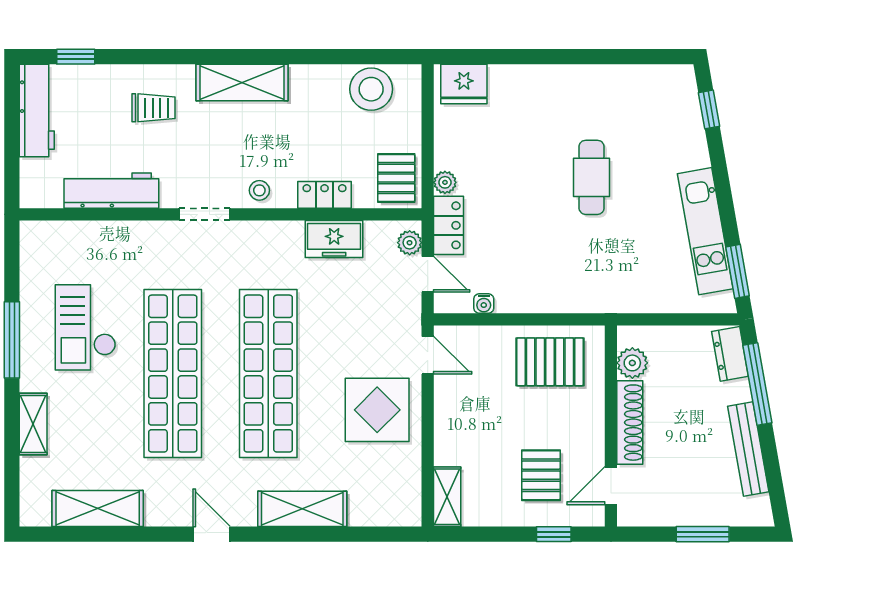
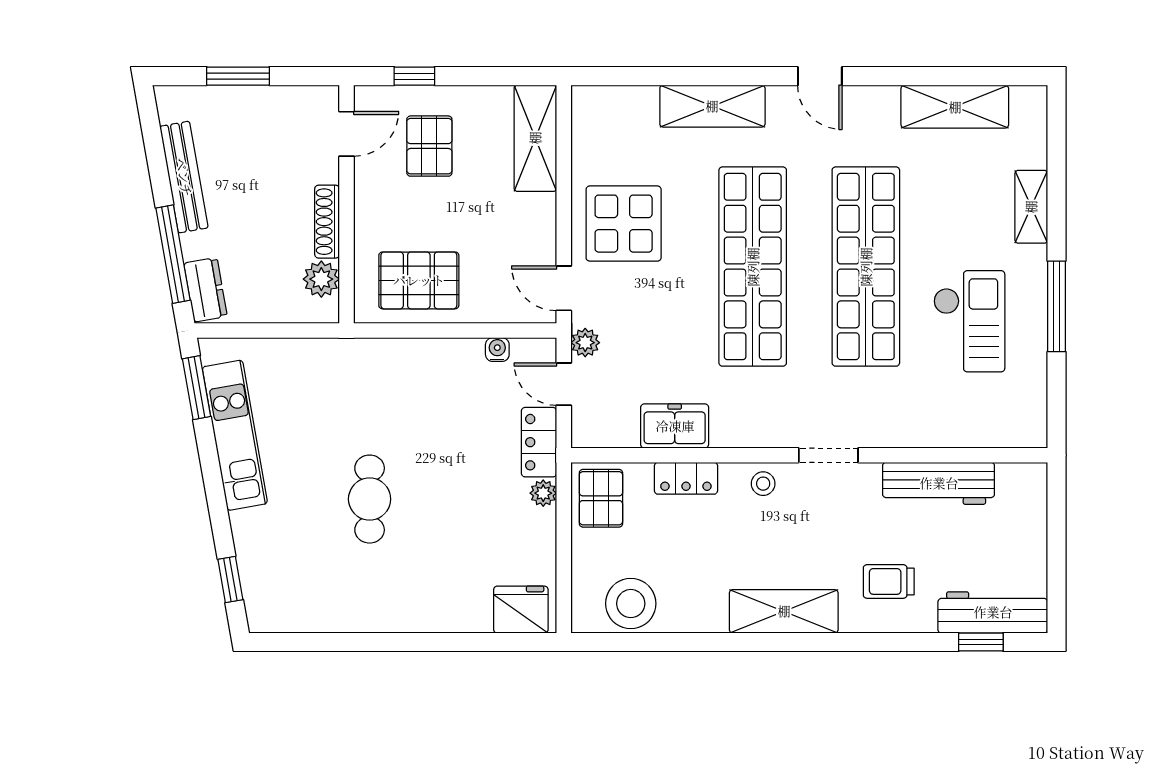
workbench: (37, 111) -> (993, 612), moved, turned 90
plant: (410, 243) -> (585, 343), moved
shoe rack: (630, 423) -> (327, 222), width x0.74, depth x0.81
shelving: (447, 497) -> (535, 138), width x1.50, depth x1.33

